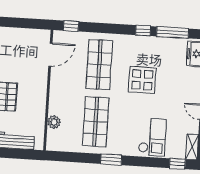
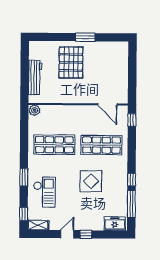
plant: (54, 122) -> (35, 110), moved
checkout: (152, 137) -> (44, 192), turned -90
window: (111, 160) -> (24, 177), moved

